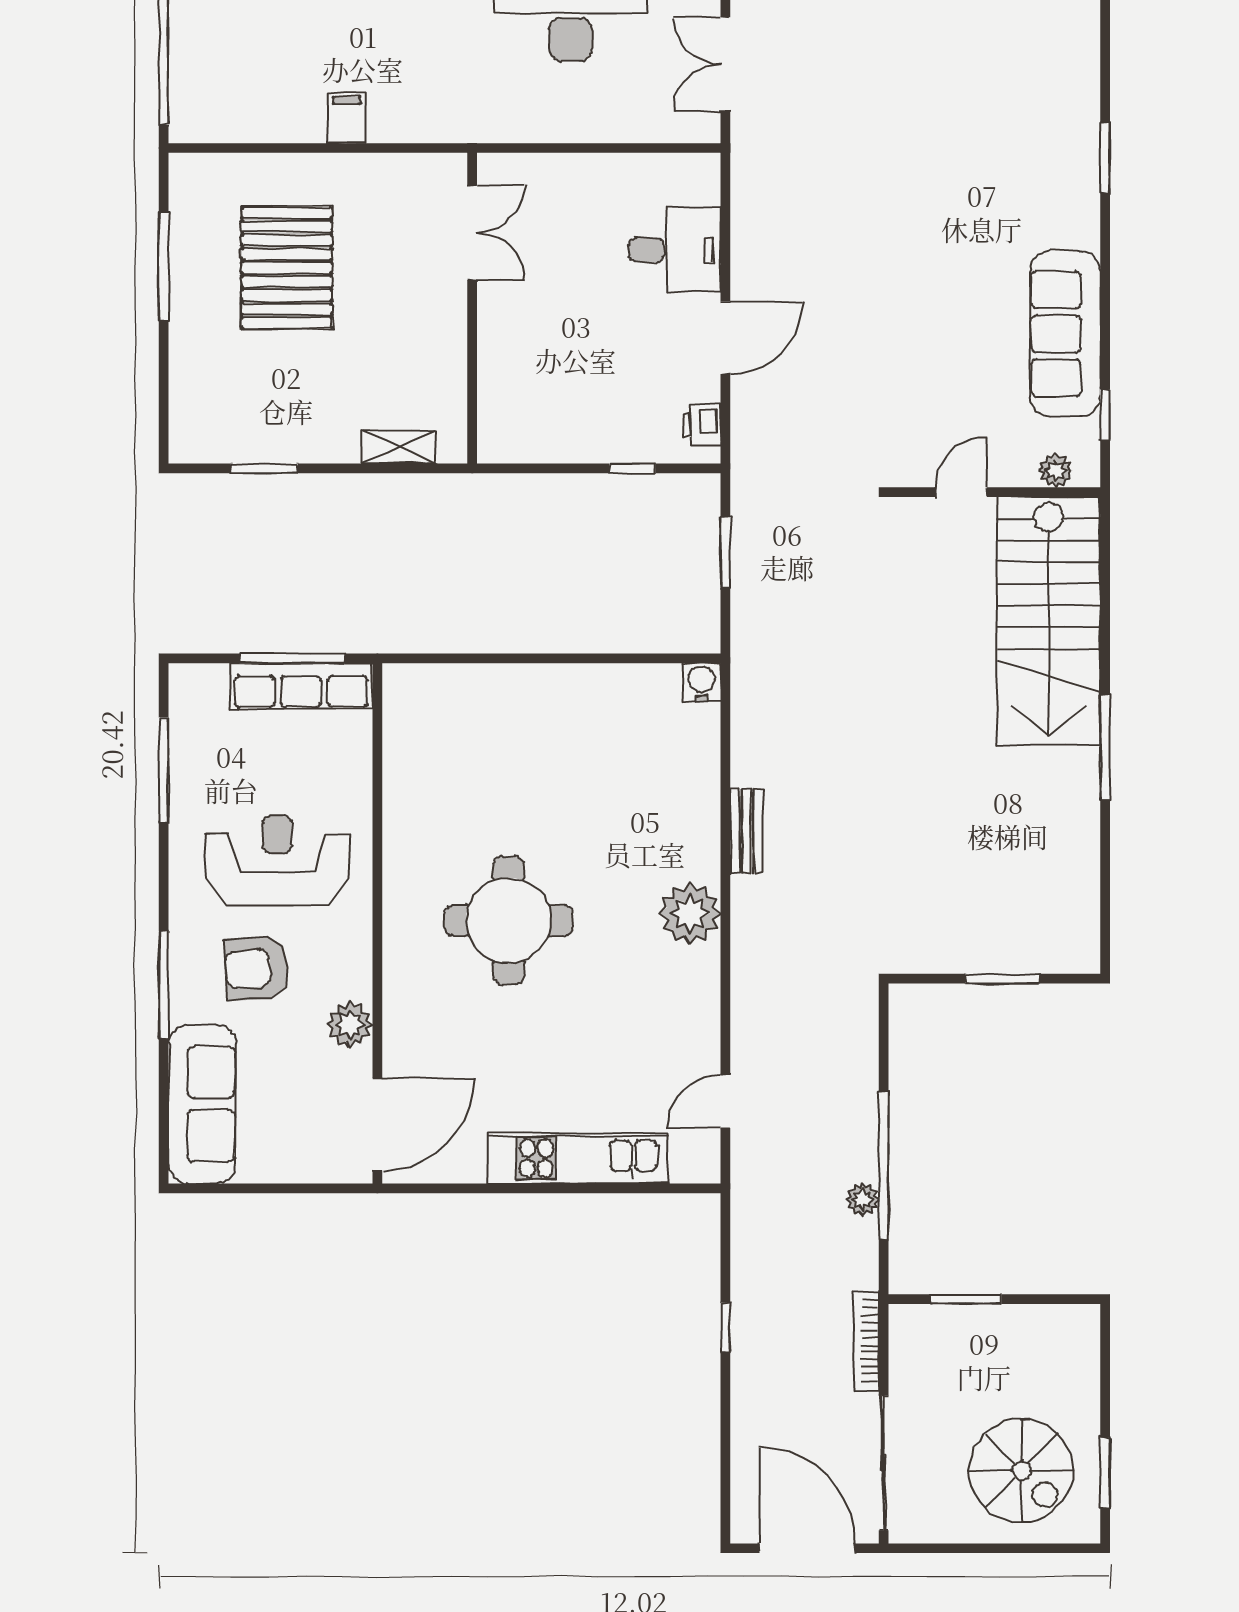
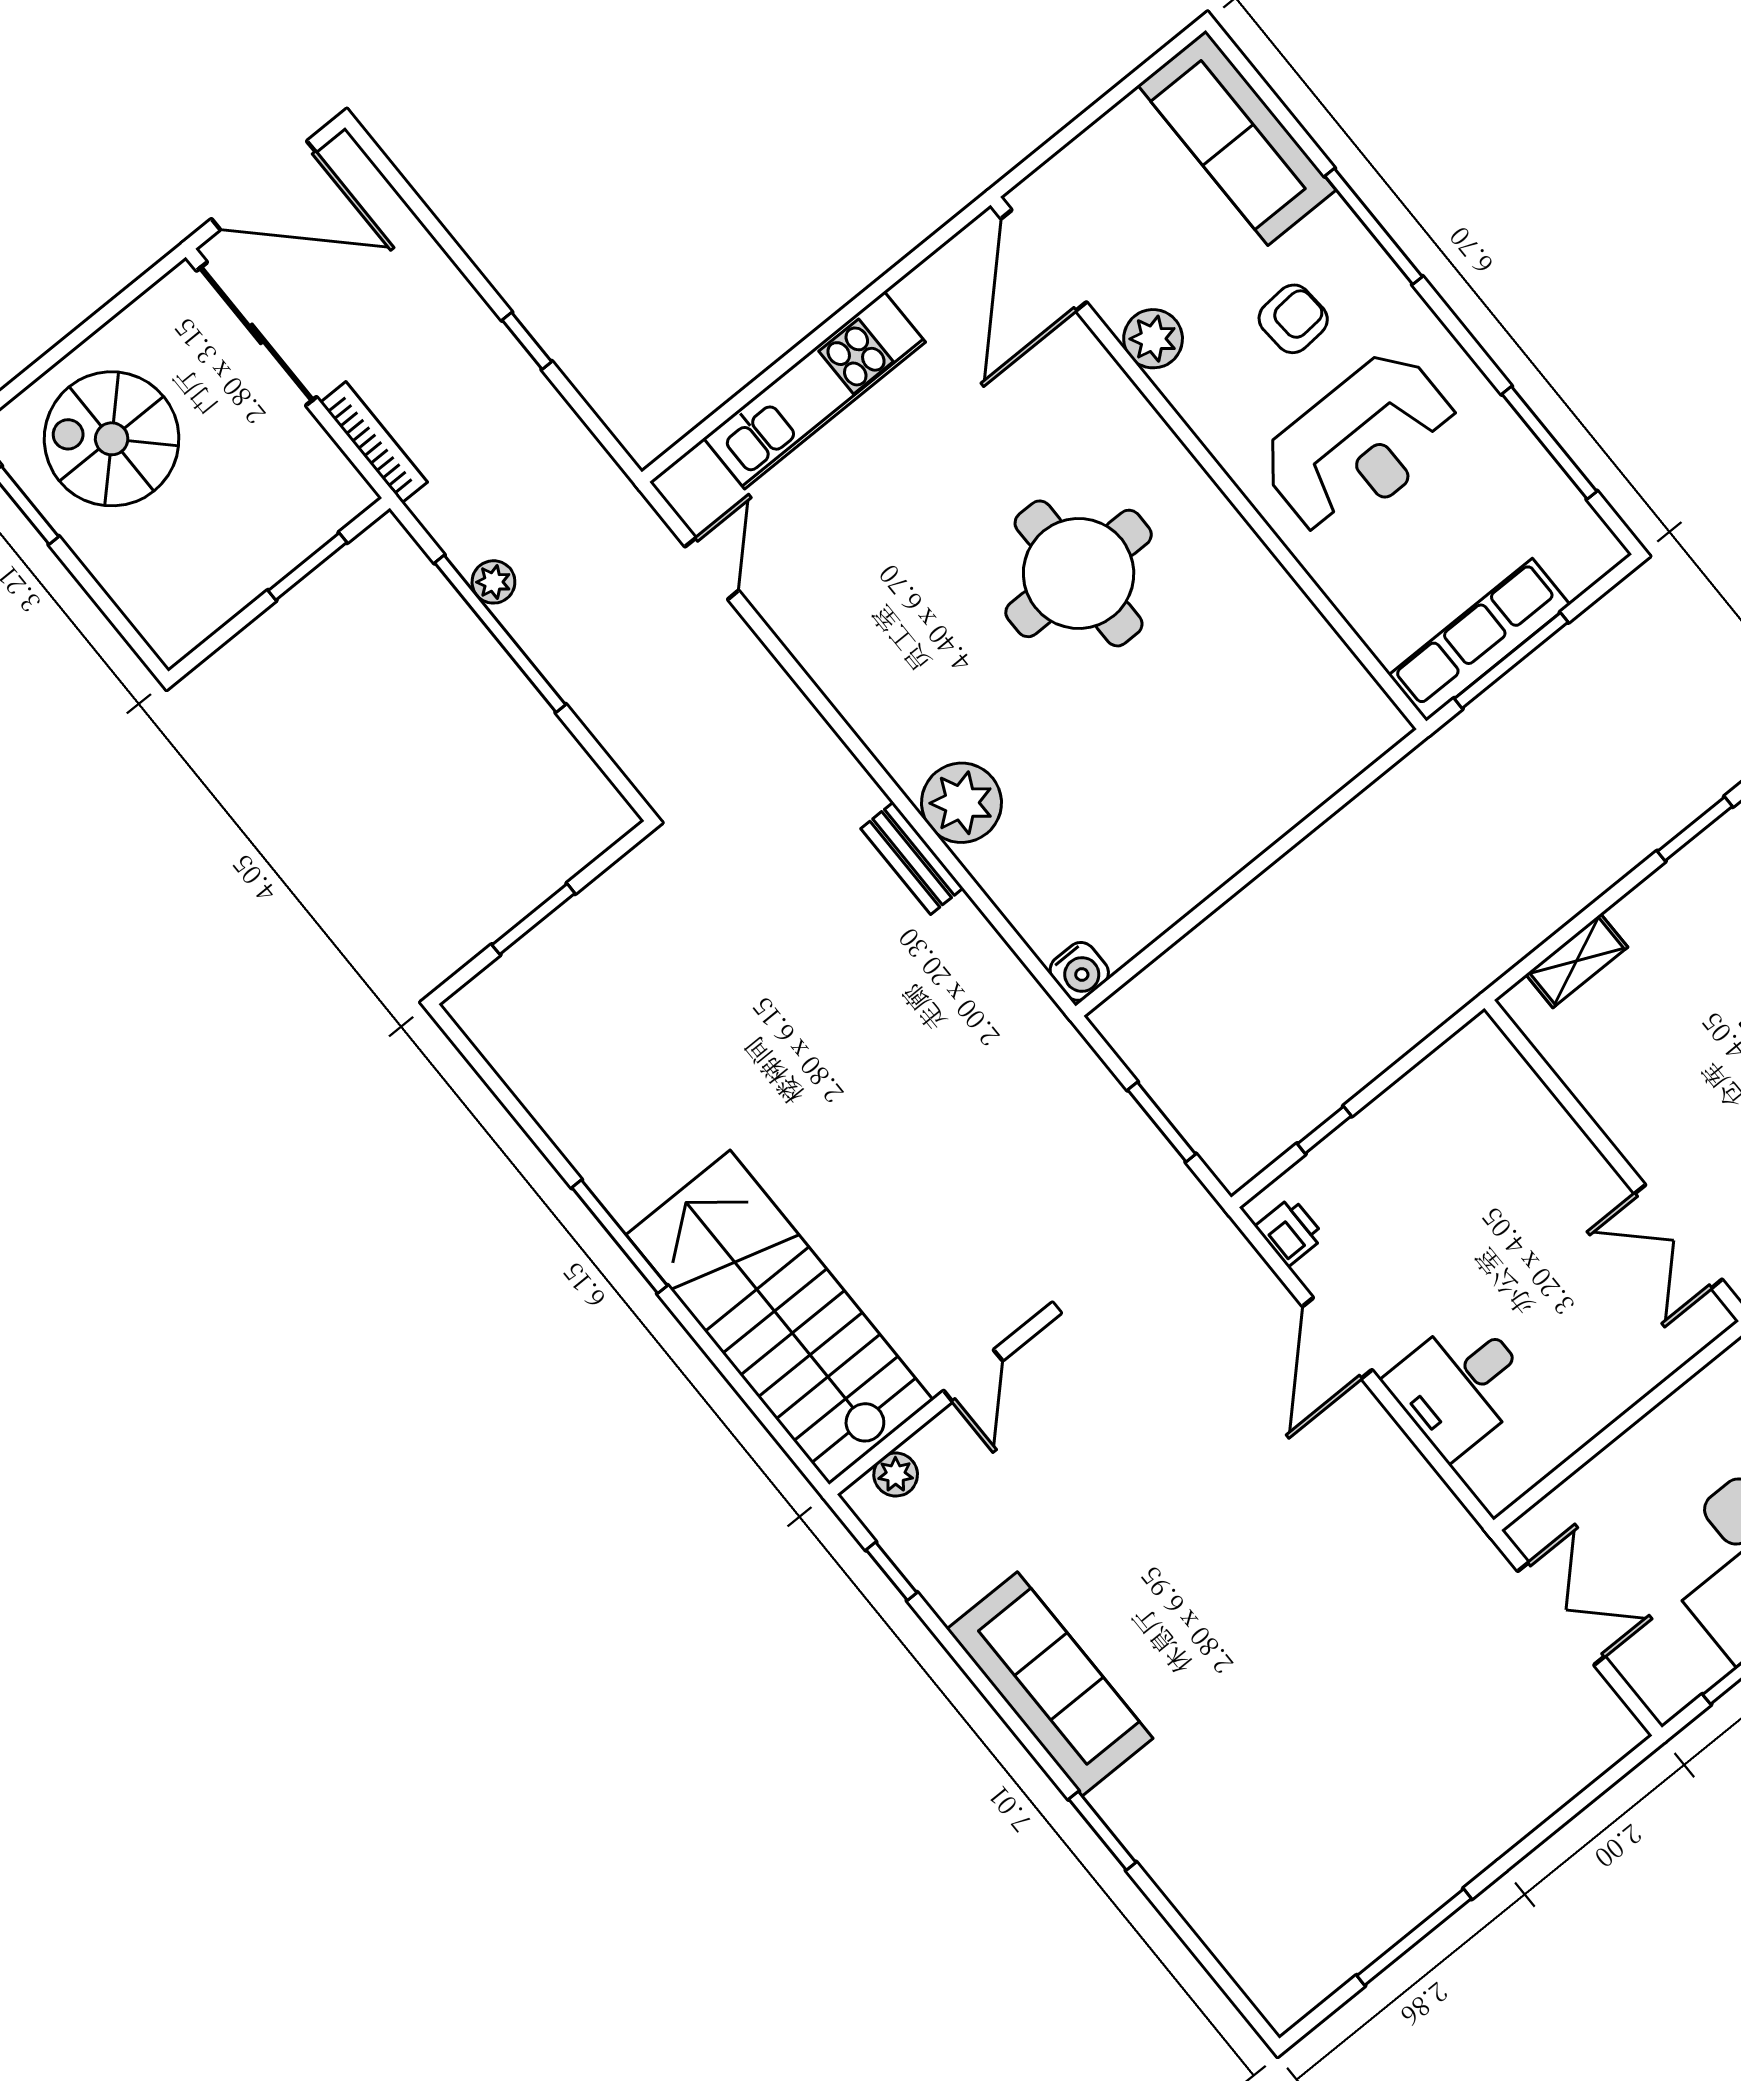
sofa: (1065, 334) -> (1050, 1684), moved
plant: (690, 913) -> (961, 803), moved
armchair: (257, 968) -> (1293, 319), width x0.72, depth x0.72

